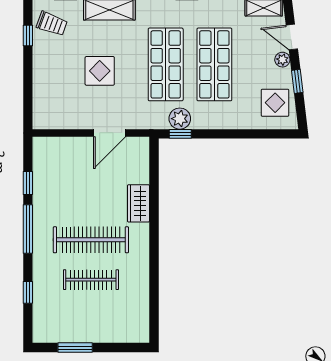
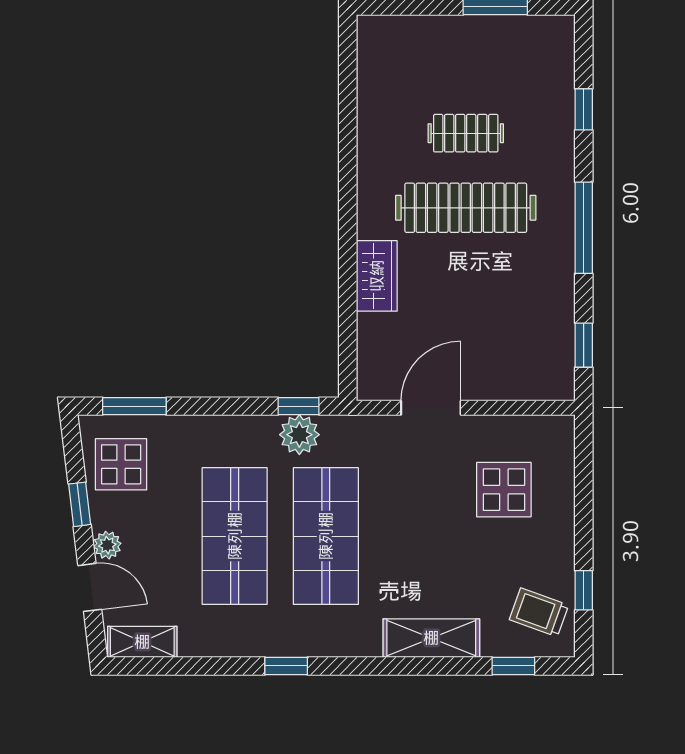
display table: (100, 71) -> (504, 490), moved
window: (268, 134) -> (134, 406), added
window: (28, 183) -> (584, 345), moved
clothes rail: (91, 280) -> (466, 133), width x0.73

